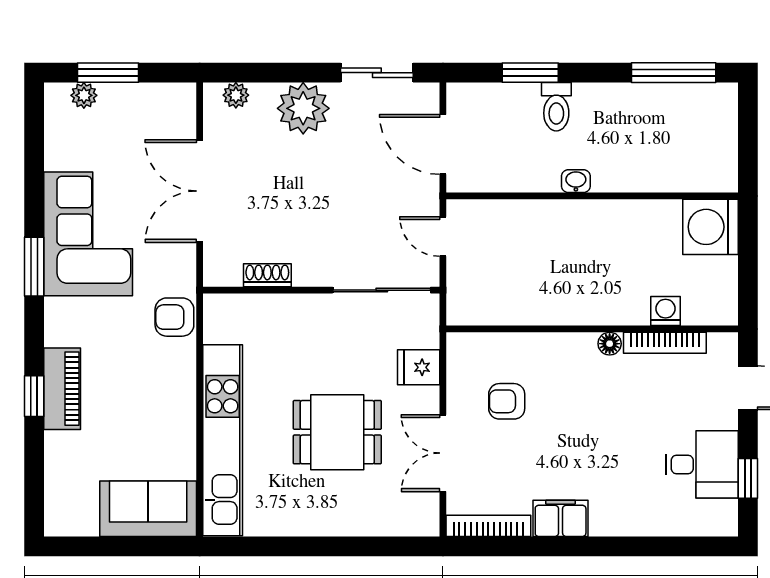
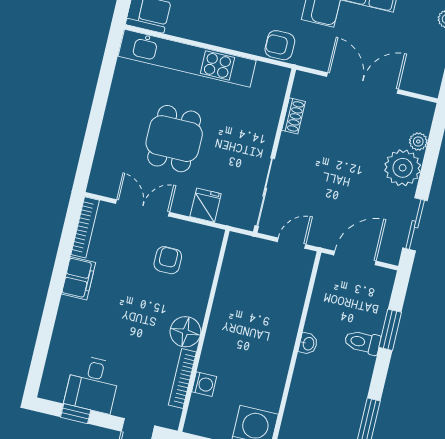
plant: (236, 95) -> (418, 141), moved
armchair: (174, 317) -> (280, 45), turned -90
floor lamp: (610, 344) -> (185, 332), width x1.89, depth x1.89

